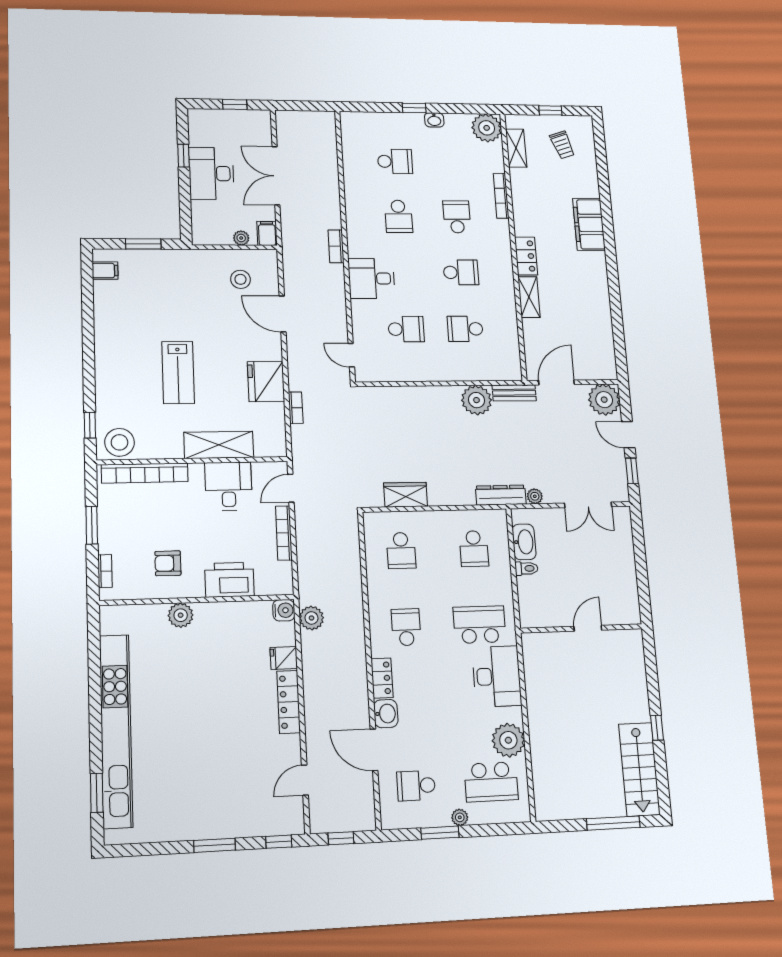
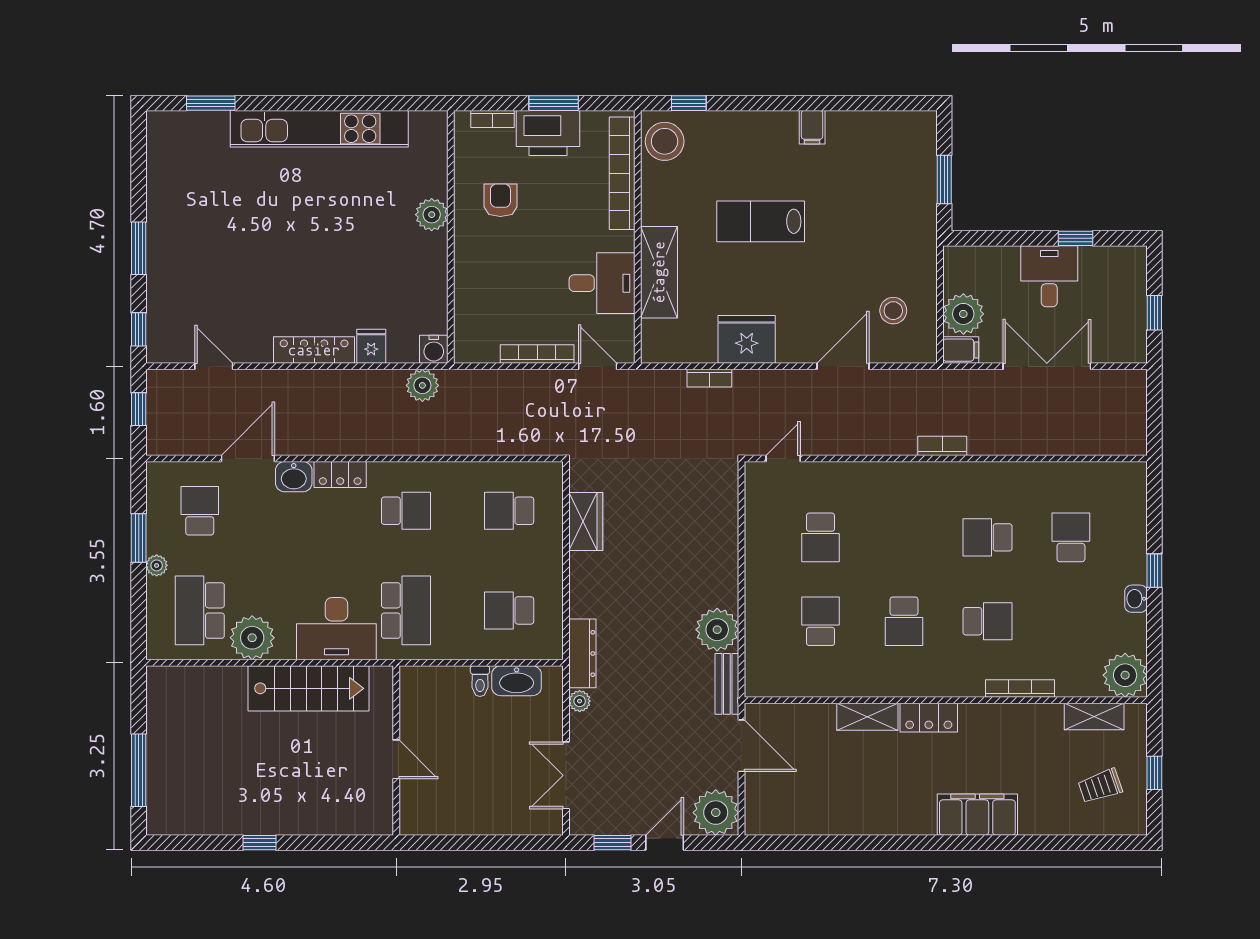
school desk: (395, 161) -> (1071, 537), turned 180
desk: (211, 173) -> (1049, 276), width x0.73
plant: (241, 238) -> (963, 314), width x1.87, depth x1.87
filing cabinet: (105, 271) -> (812, 127), moved
desk: (371, 278) -> (895, 493), removed
printer: (229, 580) -> (548, 133), moved, turned 90
kitchen unit: (116, 731) -> (319, 129), width x0.73
stairs: (639, 769) -> (308, 688), moved, turned 180

